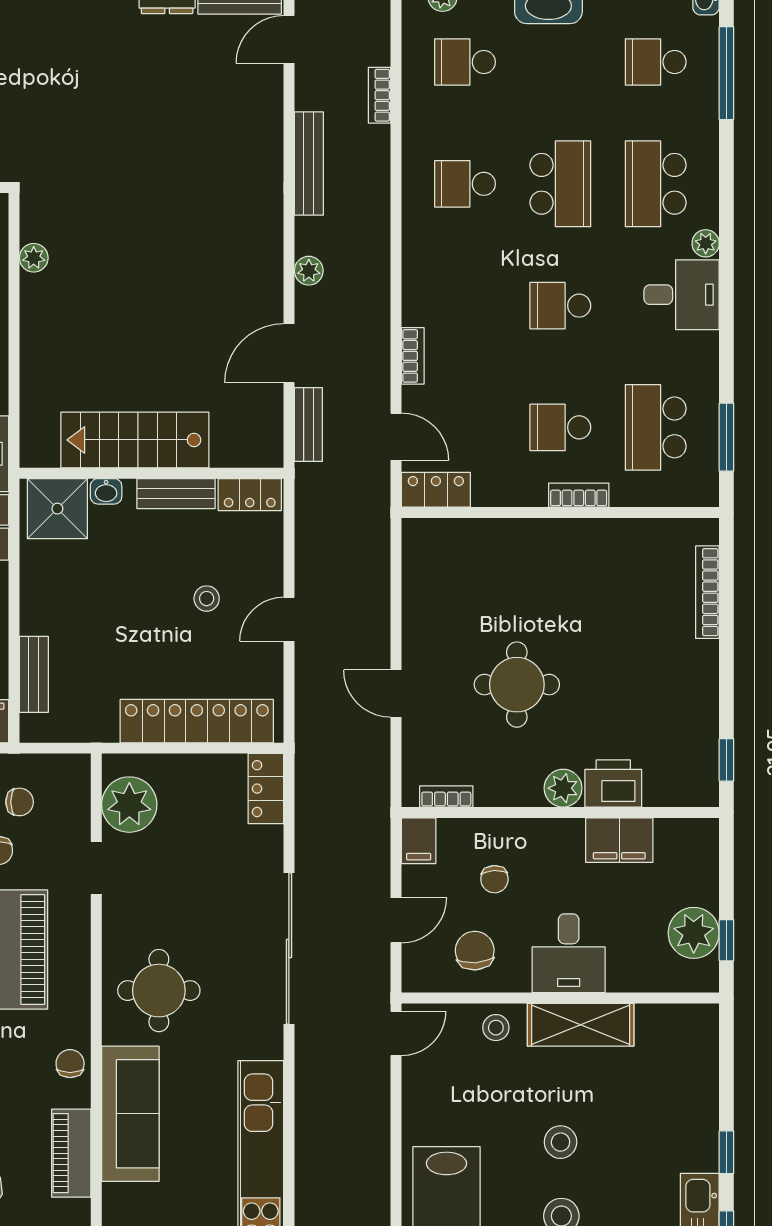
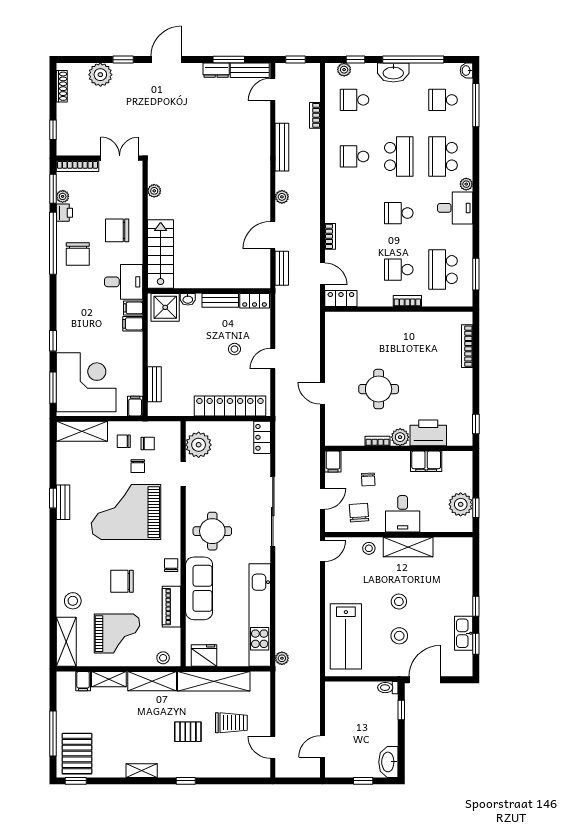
stairs: (135, 440) -> (161, 254), moved, turned 90
printer: (613, 784) -> (428, 433), width x1.37, depth x1.19
bookcase: (446, 796) -> (378, 441), moved

